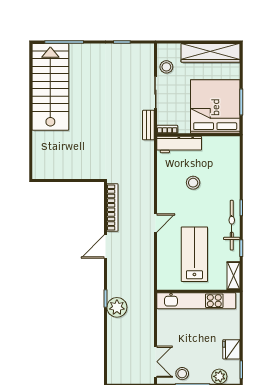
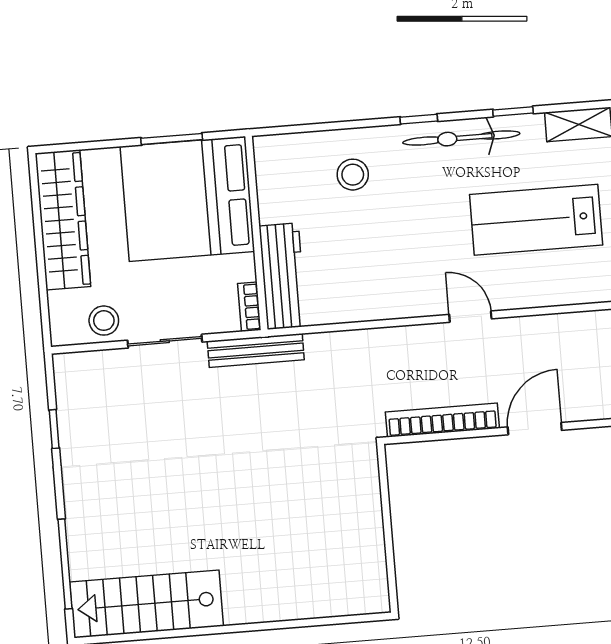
stairs: (50, 87) -> (146, 604), width x0.73, depth x0.66
bench: (148, 125) -> (256, 351), width x1.36
stool: (193, 183) -> (353, 175), moved
door: (106, 247) -> (535, 429), swing flipped

